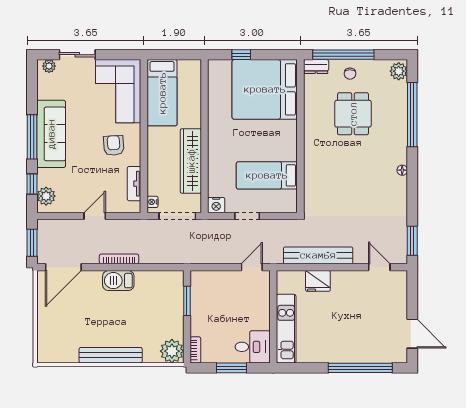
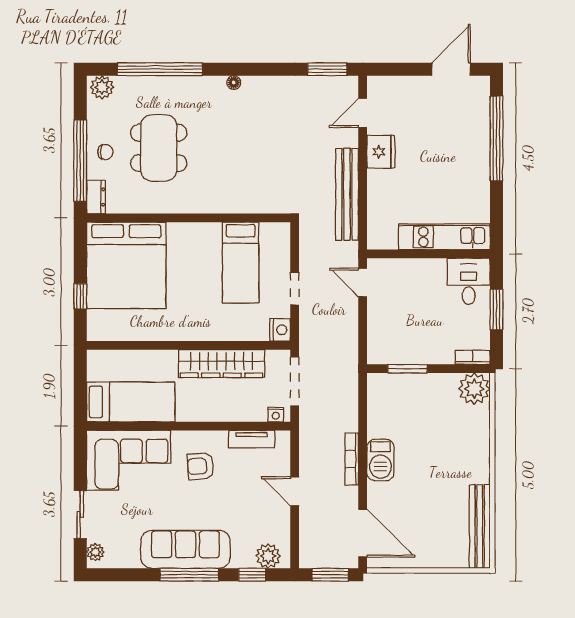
dining table: (353, 114) -> (159, 148), width x1.38
fridge: (318, 281) -> (381, 152), moved
bench: (111, 355) -> (480, 527), moved

